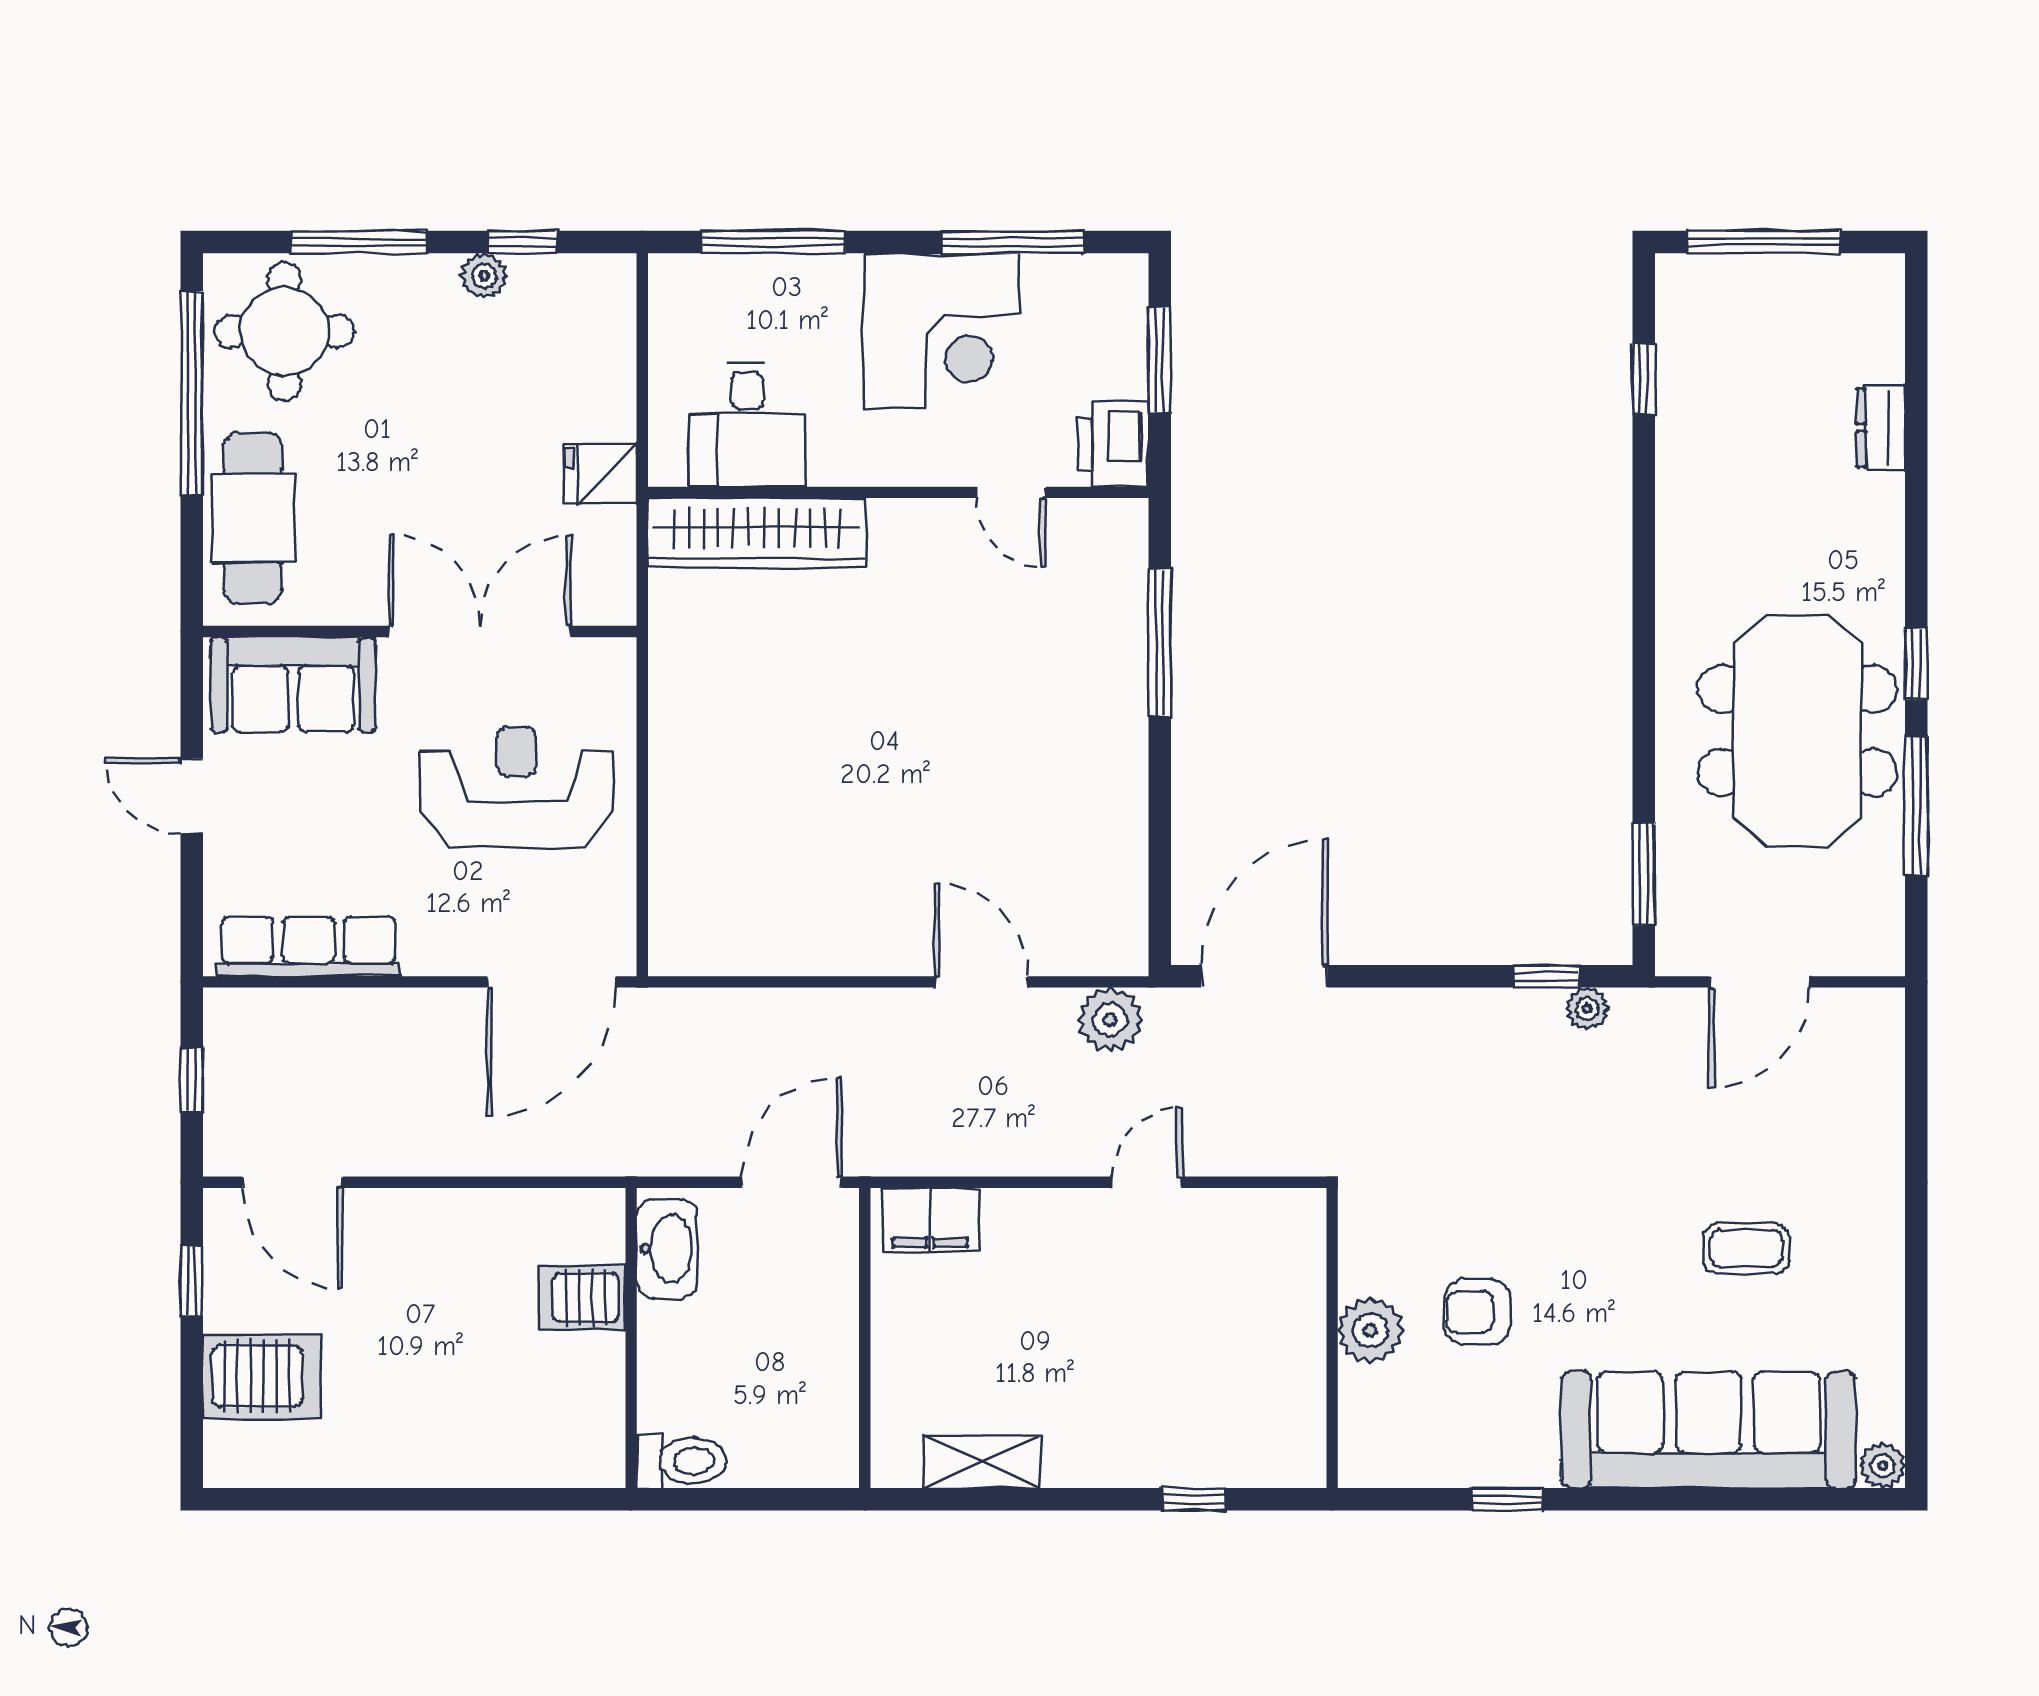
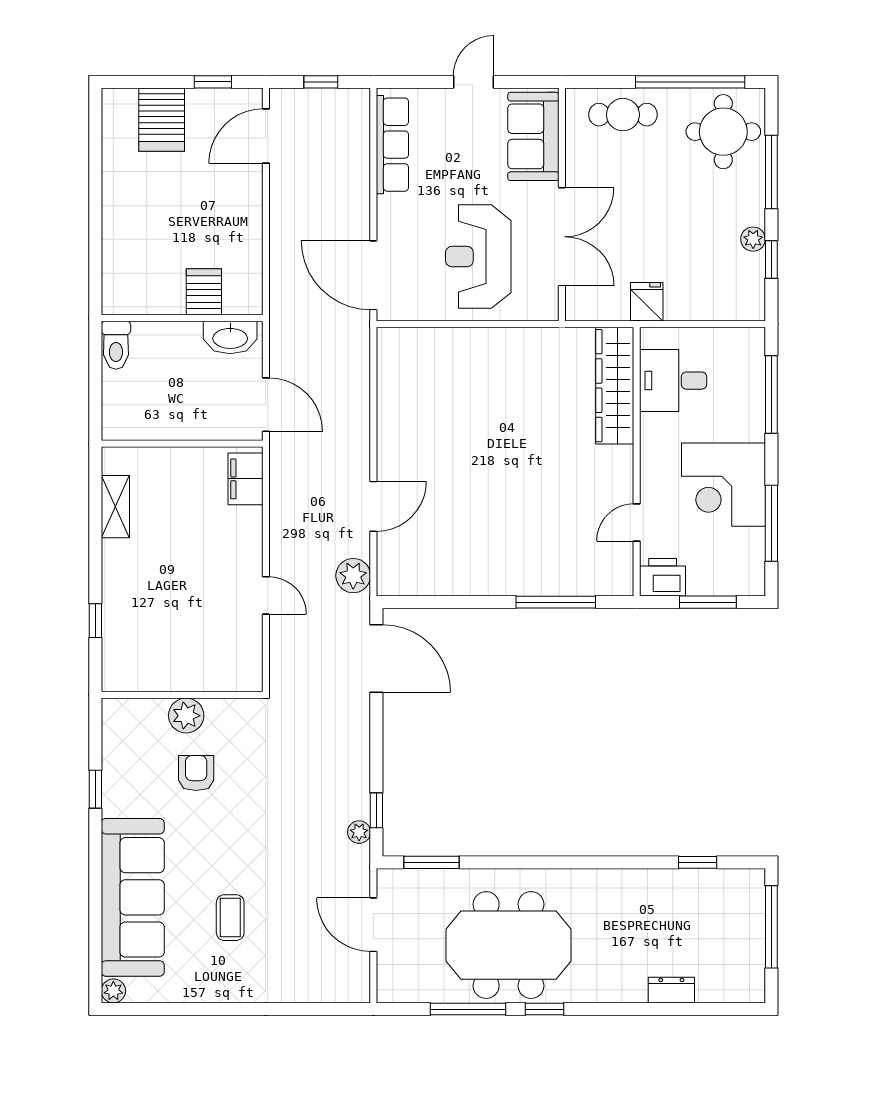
cafe table: (253, 518) -> (623, 115), width x0.73, depth x0.74
reception desk: (517, 787) -> (478, 257), turned 180

